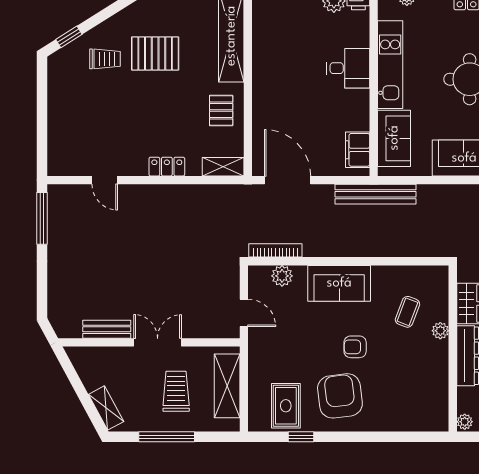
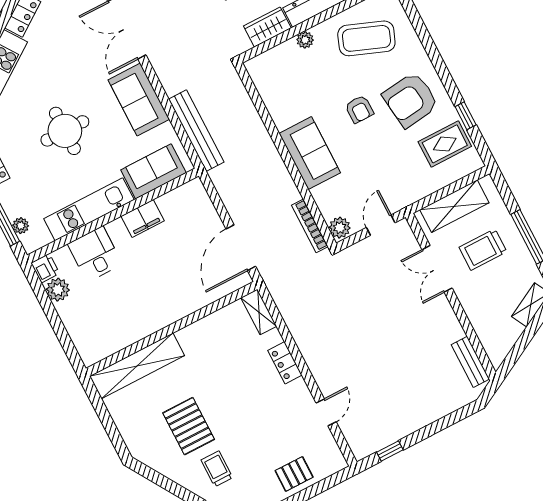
desk: (348, 68) -> (95, 254), moved
pallet: (221, 110) -> (294, 474), moved
filing cabinet: (358, 150) -> (143, 218), moved
bench: (376, 194) -> (196, 131), moved
window: (42, 218) -> (390, 451), width x0.46
plant: (282, 276) -> (340, 228), moved
coffee table: (407, 312) -> (366, 38), moved, width x1.86, depth x1.72
bench: (107, 329) -> (470, 362), moved
double door: (158, 342) -> (437, 269), moved

